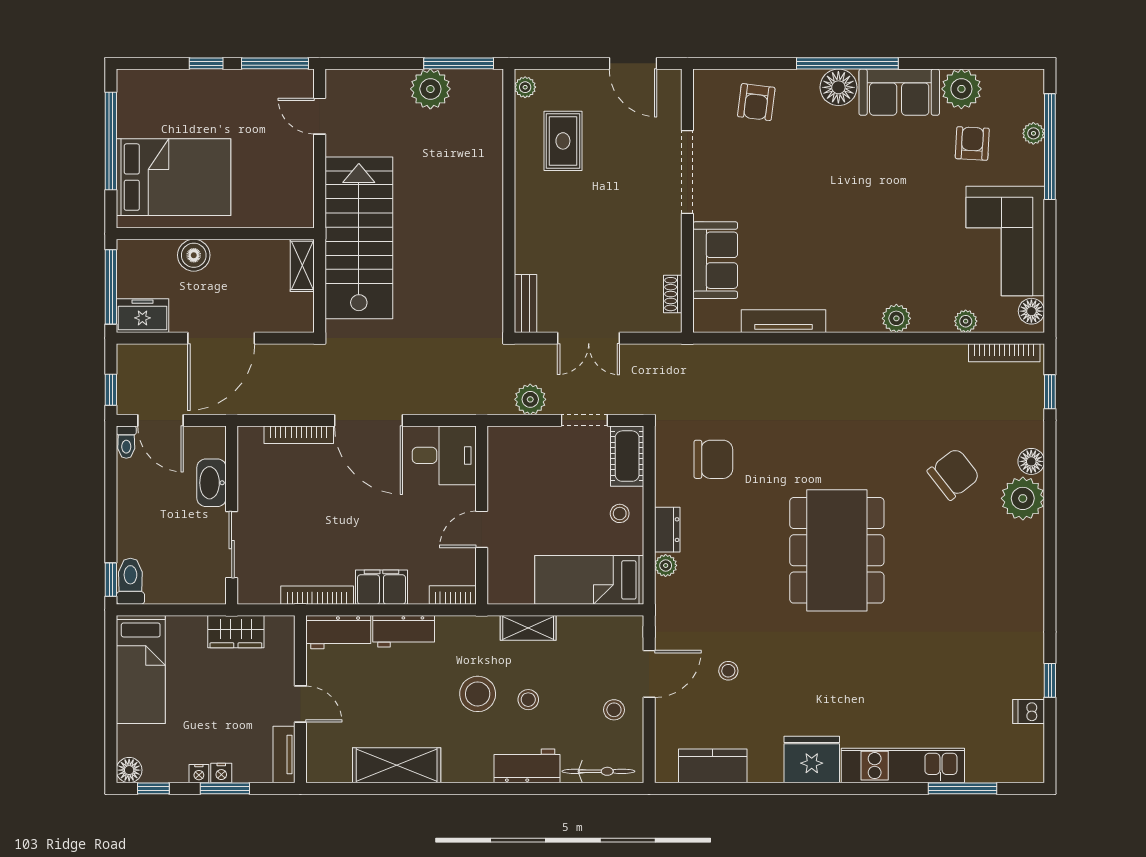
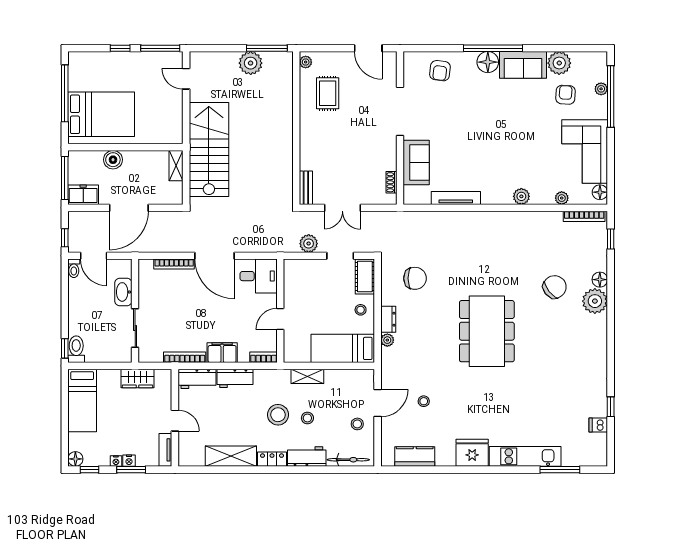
locker: (467, 770) -> (272, 459), added

